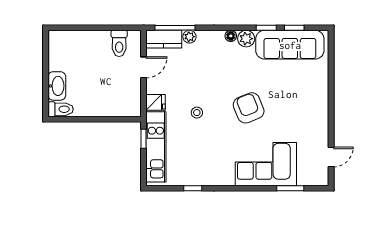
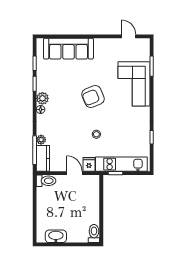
toilet: (119, 43) -> (46, 181), moved
sofa: (290, 45) -> (68, 49), moved, turned 90
door: (143, 67) -> (74, 173), moved
washbasin: (57, 86) -> (56, 236), moved

